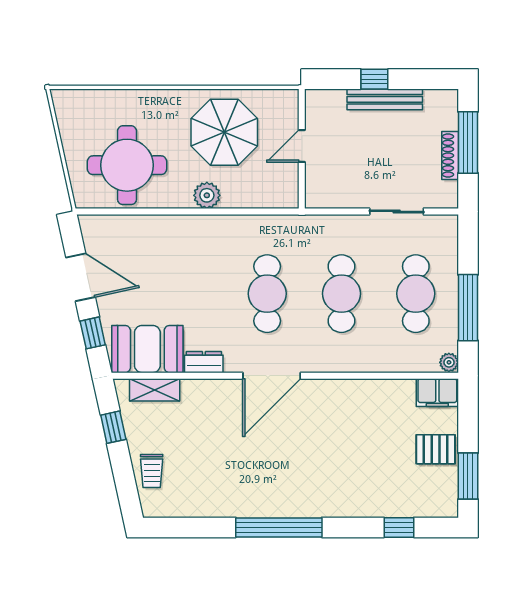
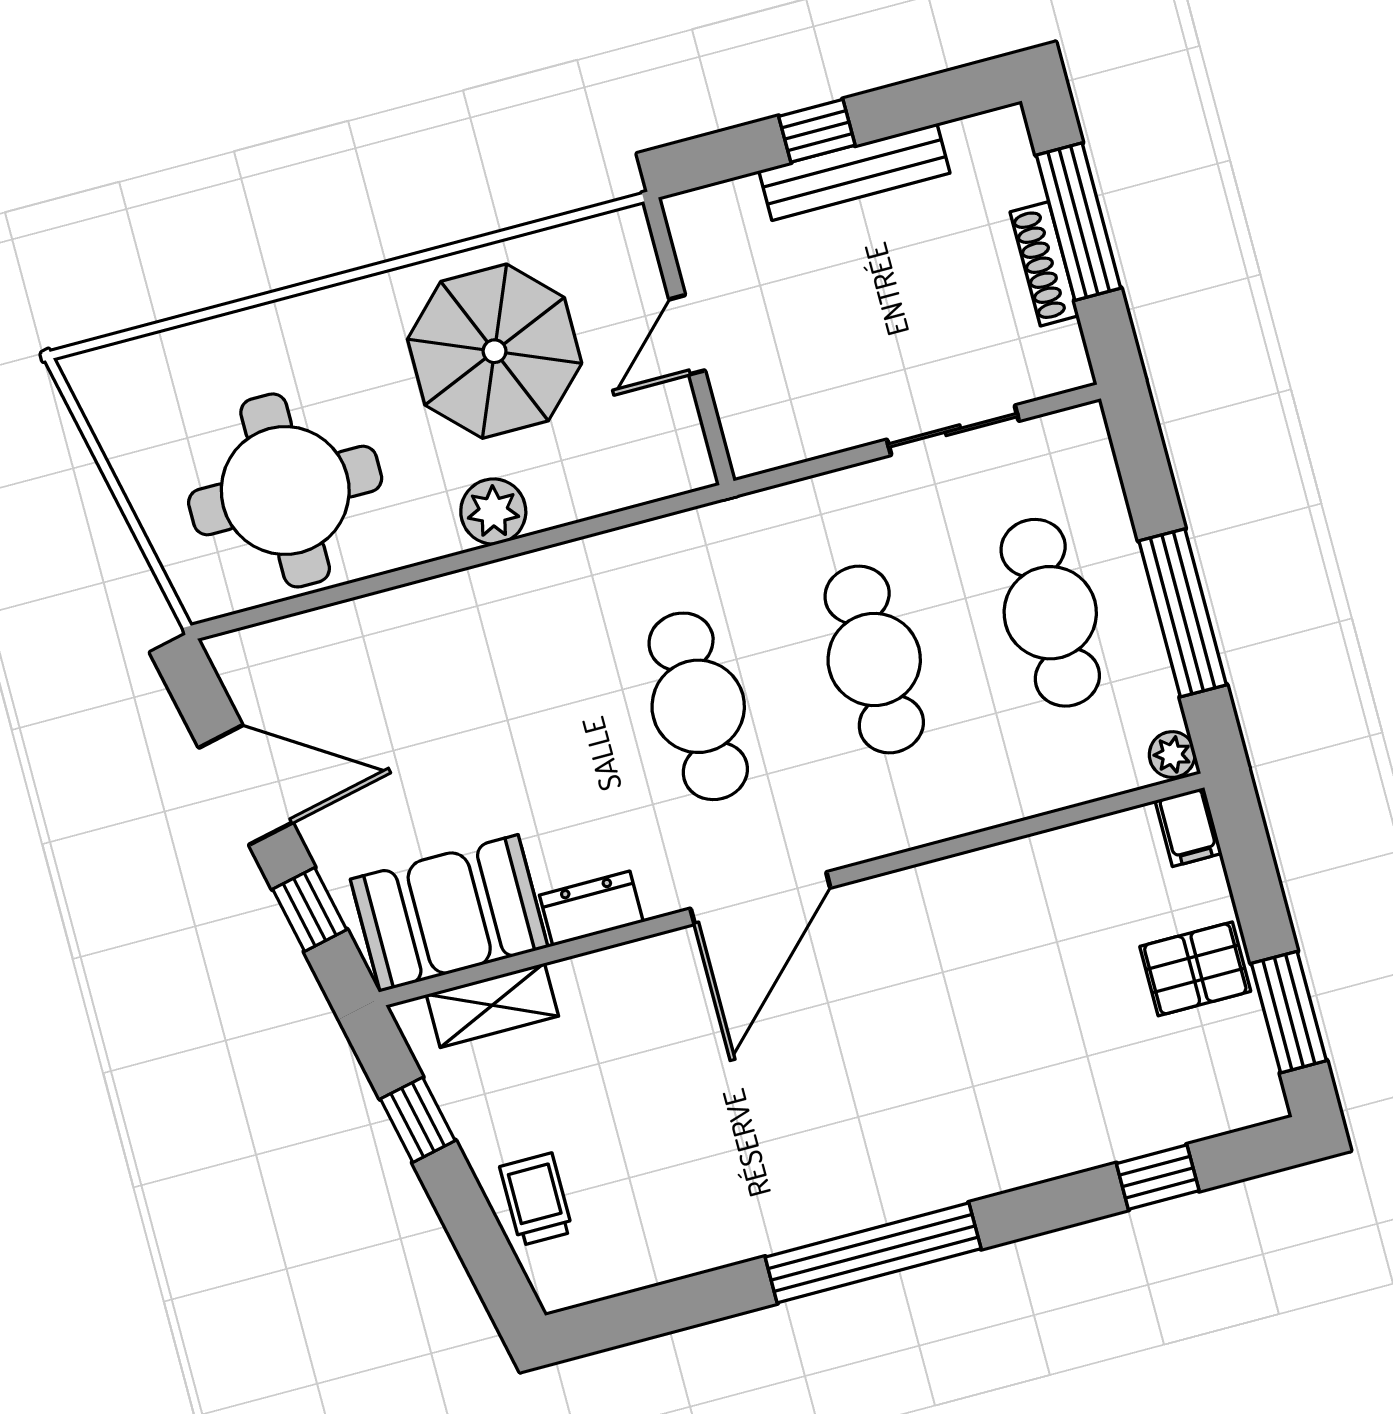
filing cabinet: (437, 393) -> (1189, 827), width x0.50
trolley: (152, 471) -> (536, 1199), turned 180

